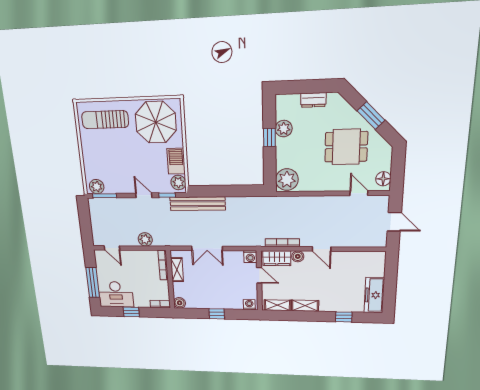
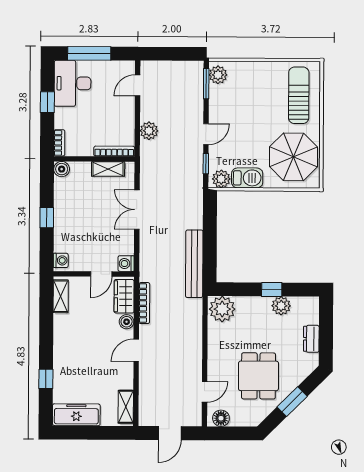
bench: (198, 204) -> (194, 264), moved
shelving: (305, 306) -> (126, 407), moved

